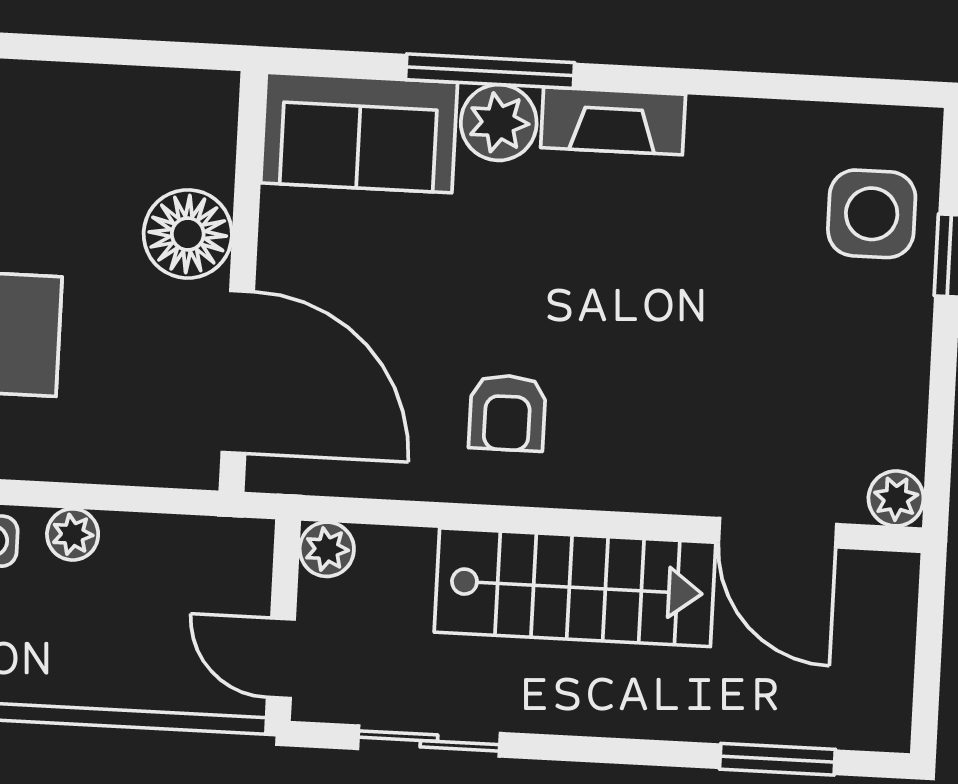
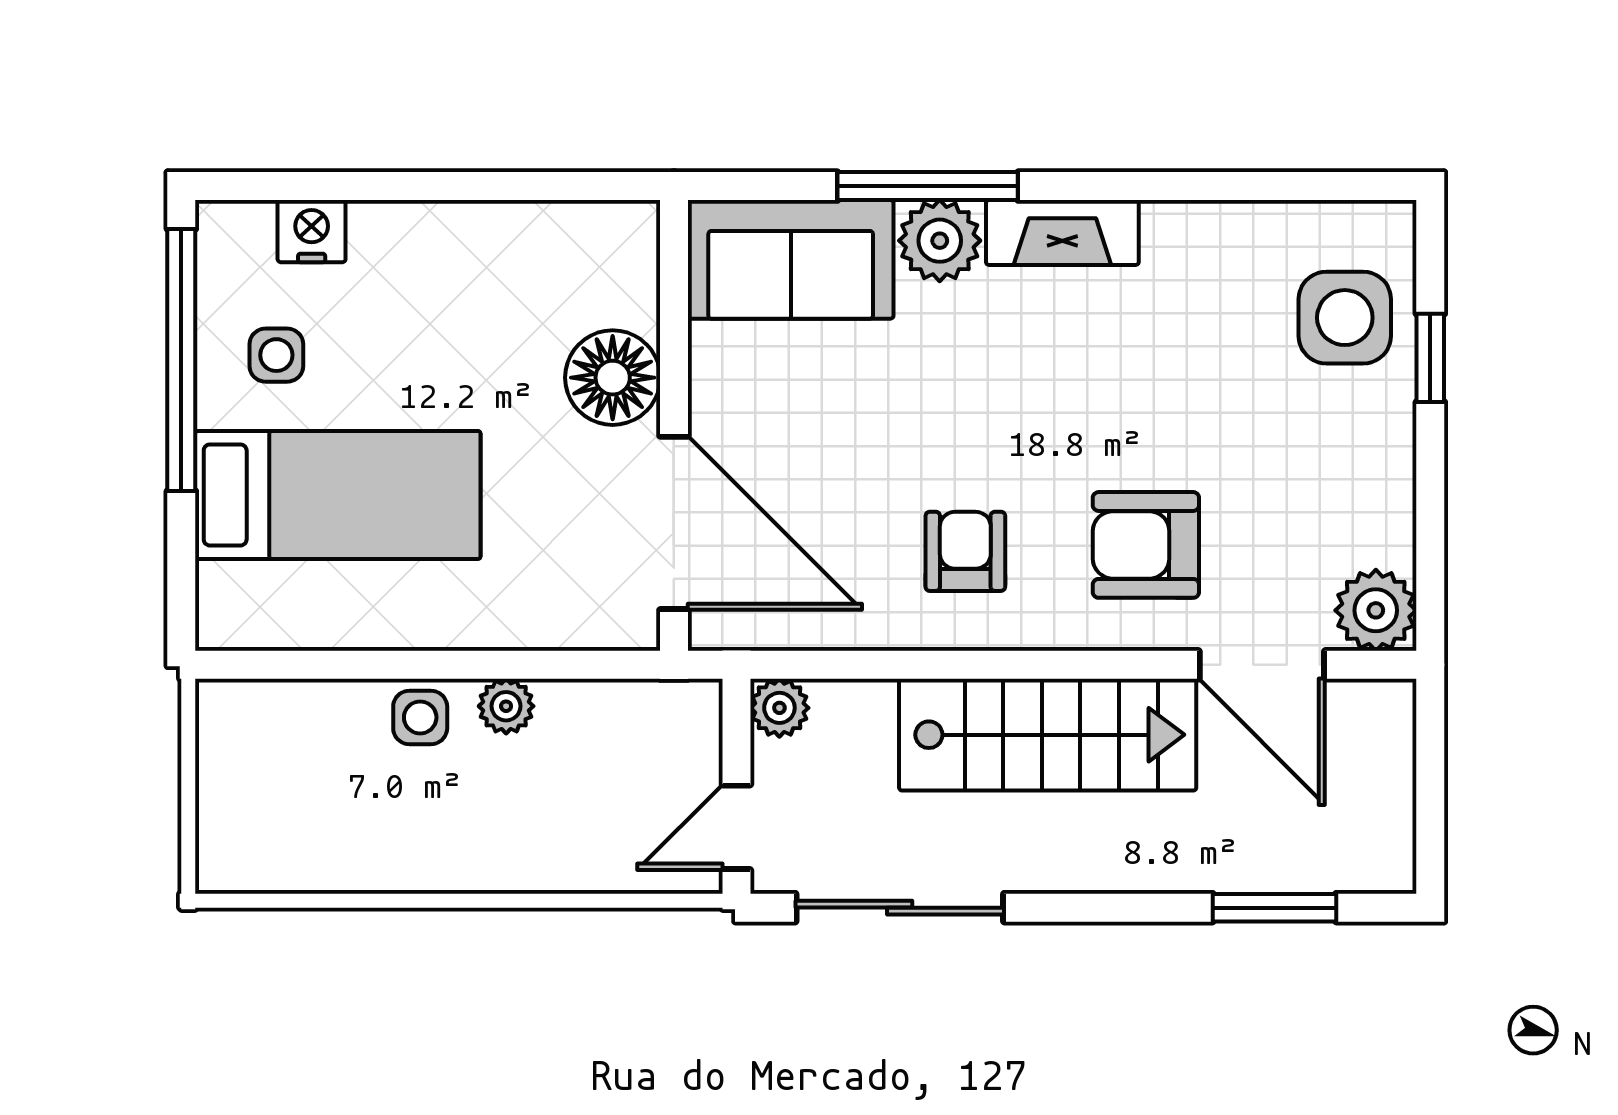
armchair: (507, 413) -> (965, 551), turned 180
armchair: (676, 416) -> (1146, 545), added
plant: (896, 498) -> (1376, 610), width x1.38, depth x1.38
door: (281, 658) -> (736, 827), hinge flipped
sliding door: (429, 741) -> (900, 908), width x1.37

